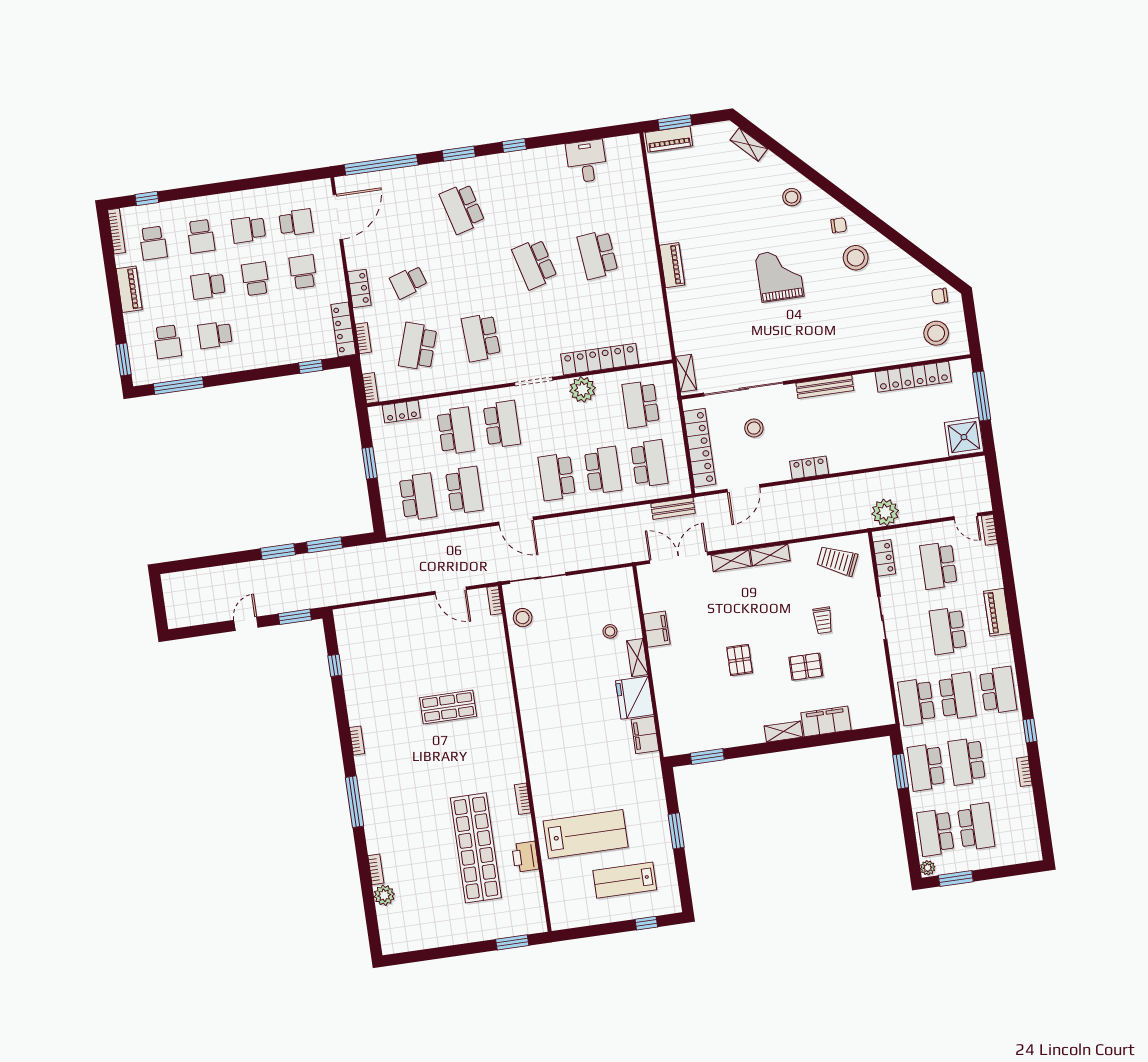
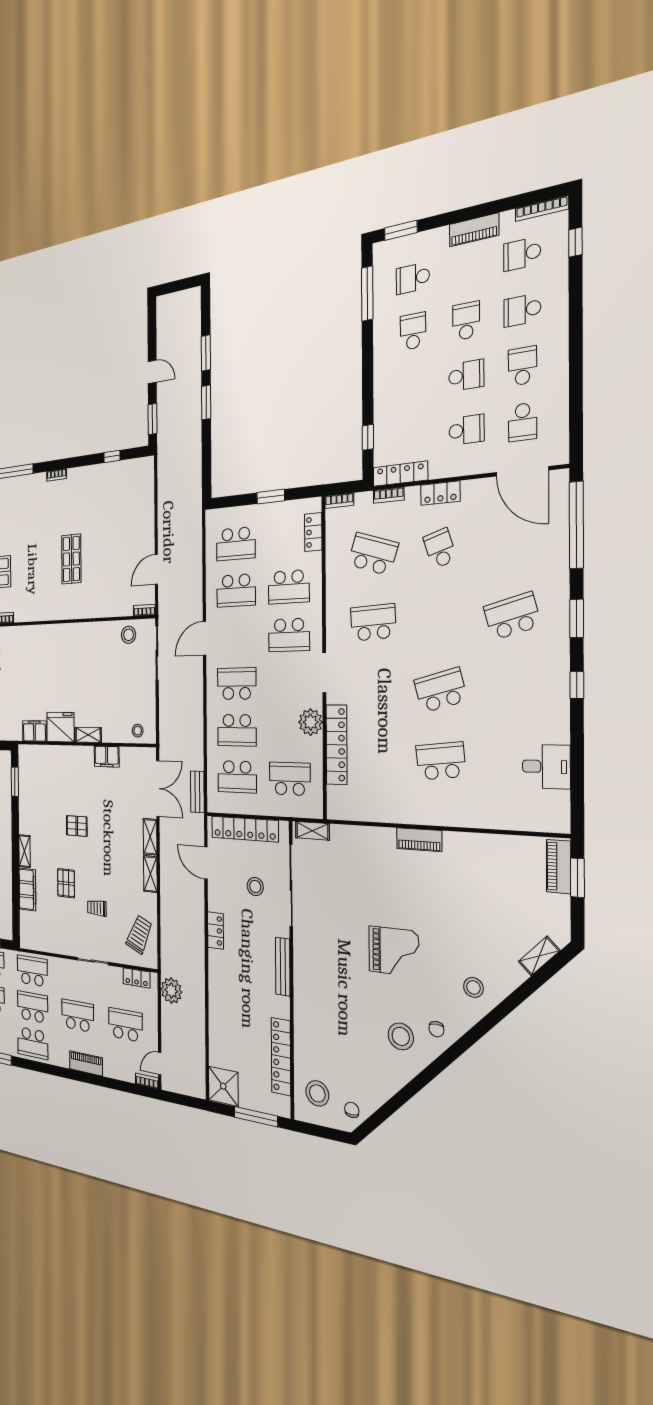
window: (325, 545) -> (206, 353), moved
stool: (610, 631) -> (138, 731), moved
school desk: (957, 696) -> (33, 1007), turned 180

